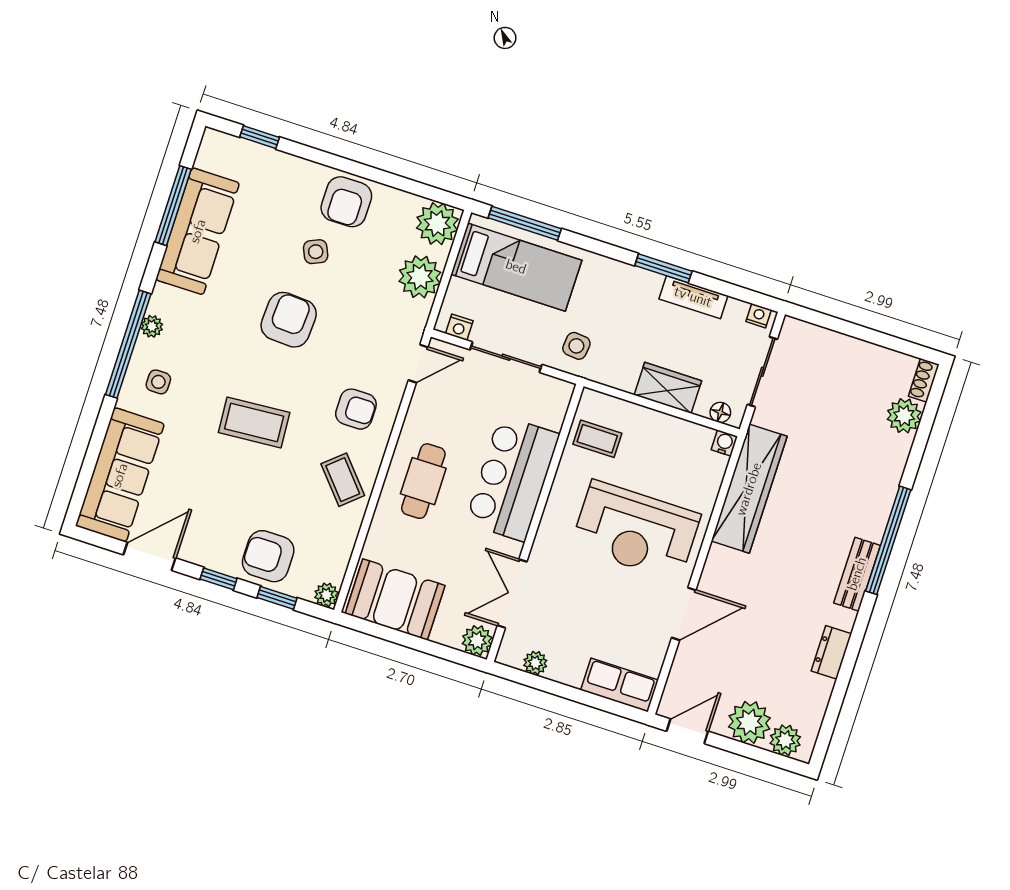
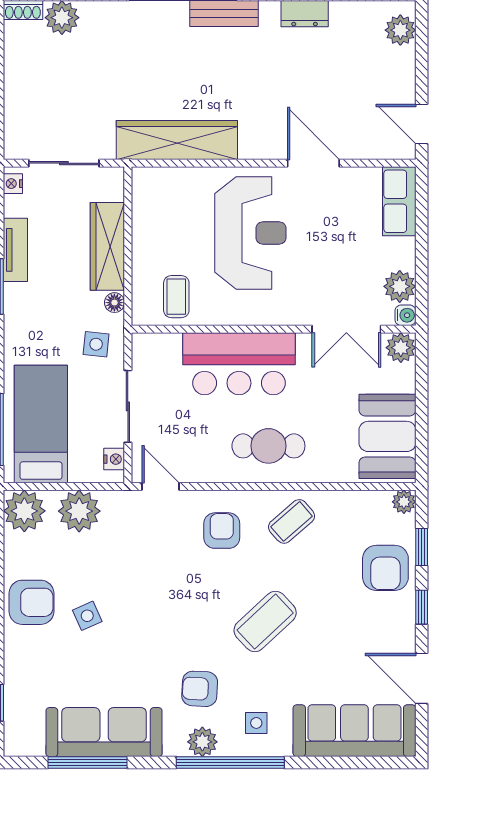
armchair: (289, 320) -> (200, 689), moved, width x0.72, depth x0.72
plant: (152, 326) -> (202, 742), width x1.38, depth x1.38
wardrobe: (668, 388) -> (107, 246), width x1.50
floor lamp: (720, 412) -> (114, 303), moved
coffee table: (254, 422) -> (265, 621), turned 51
water cooler: (724, 443) -> (405, 315), moved, turned 180
plant: (535, 663) -> (400, 286), width x1.38, depth x1.38
plant: (749, 722) -> (395, 69), removed

